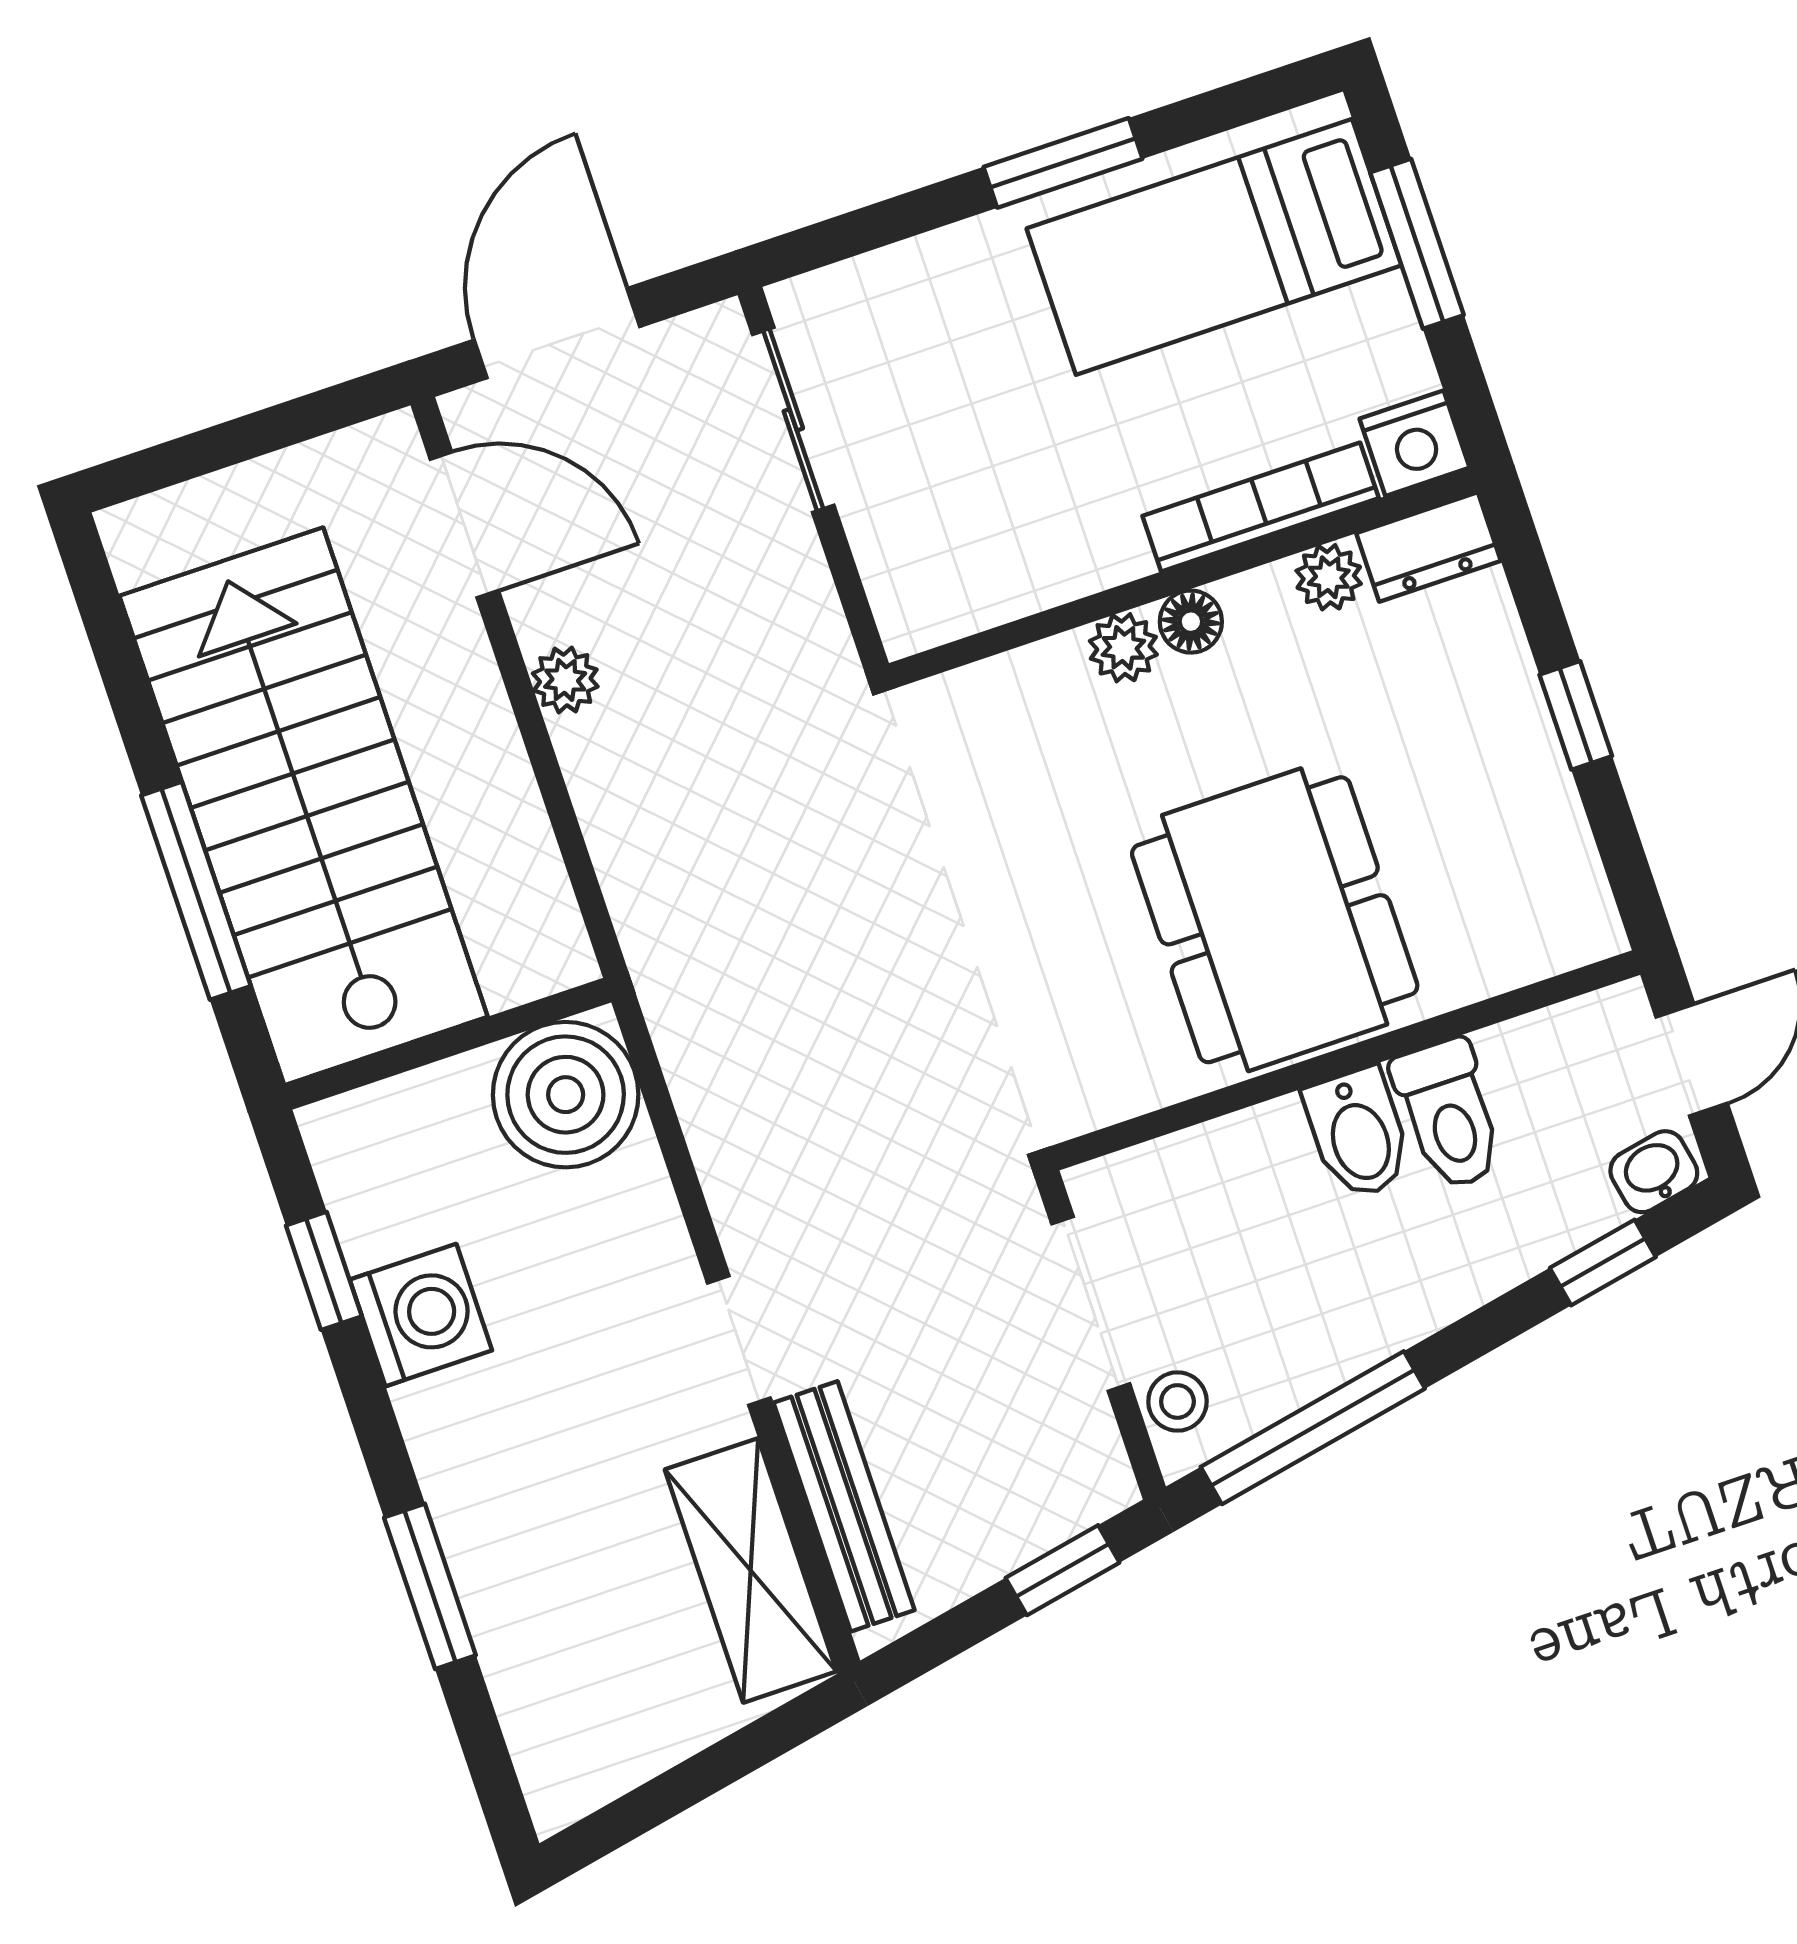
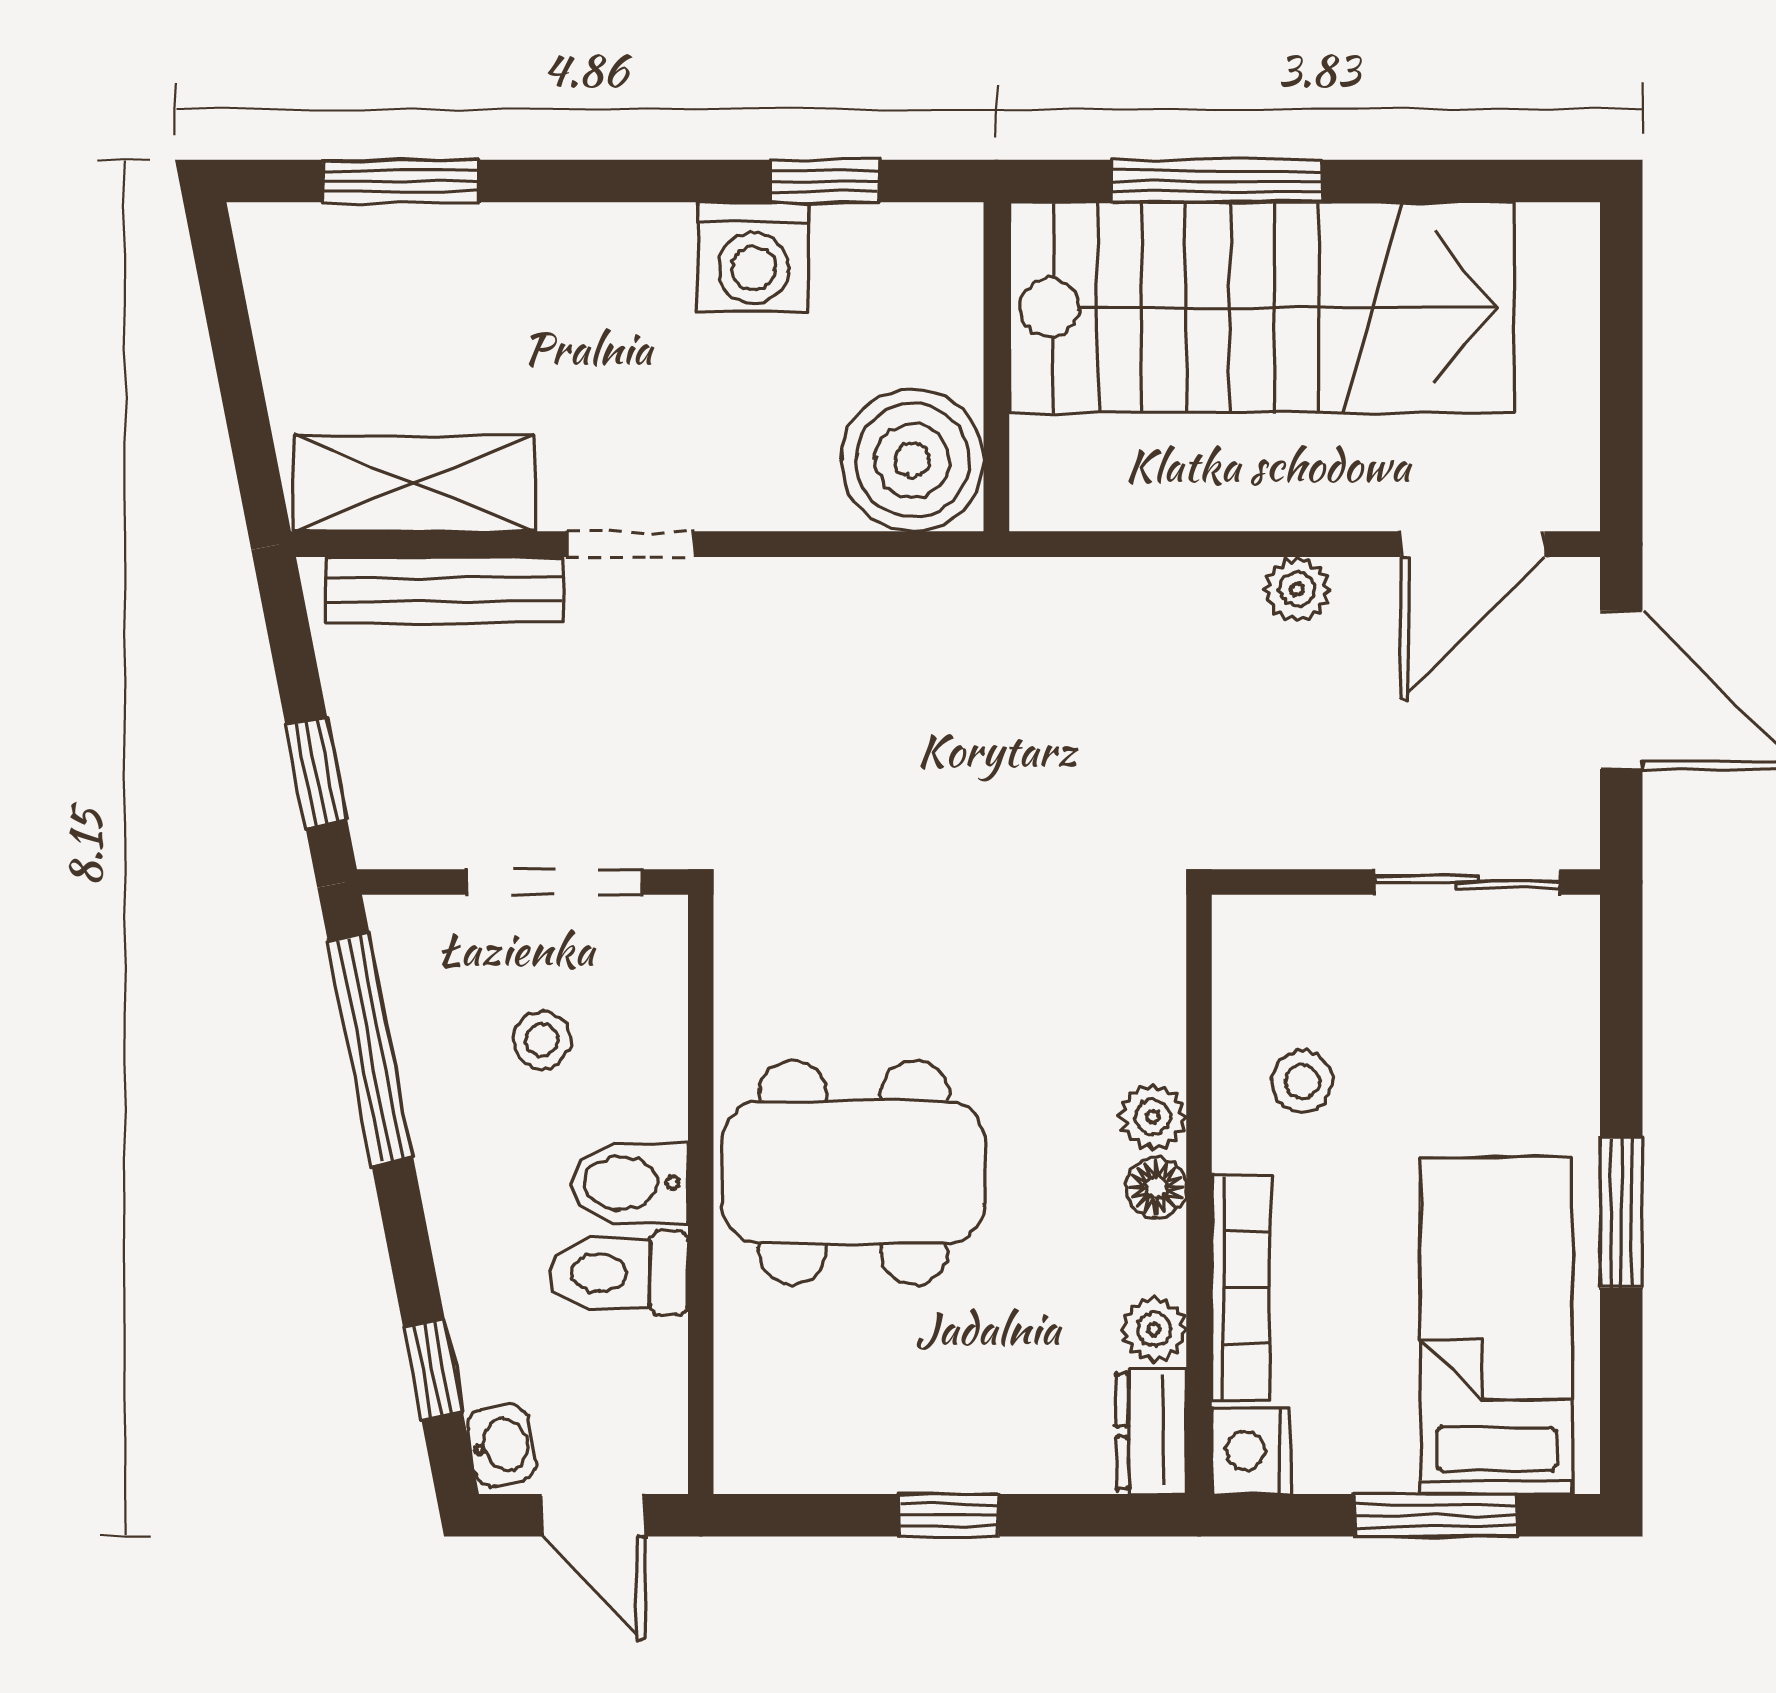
stool: (1040, 515) -> (1302, 1081), added
stool: (1177, 1401) -> (542, 1040), moved
window: (430, 1586) -> (401, 181), moved

